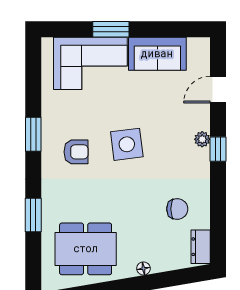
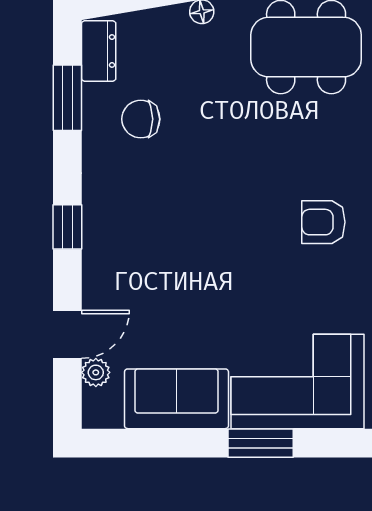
plant: (202, 139) -> (96, 372), moved
side table: (127, 144) -> (232, 236), removed
window: (218, 221) -> (67, 98), added

